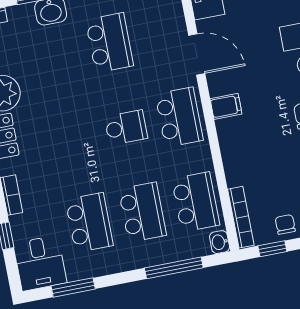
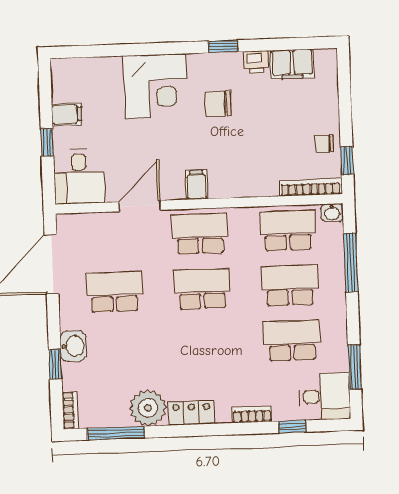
school desk: (126, 127) -> (202, 289), width x1.85

